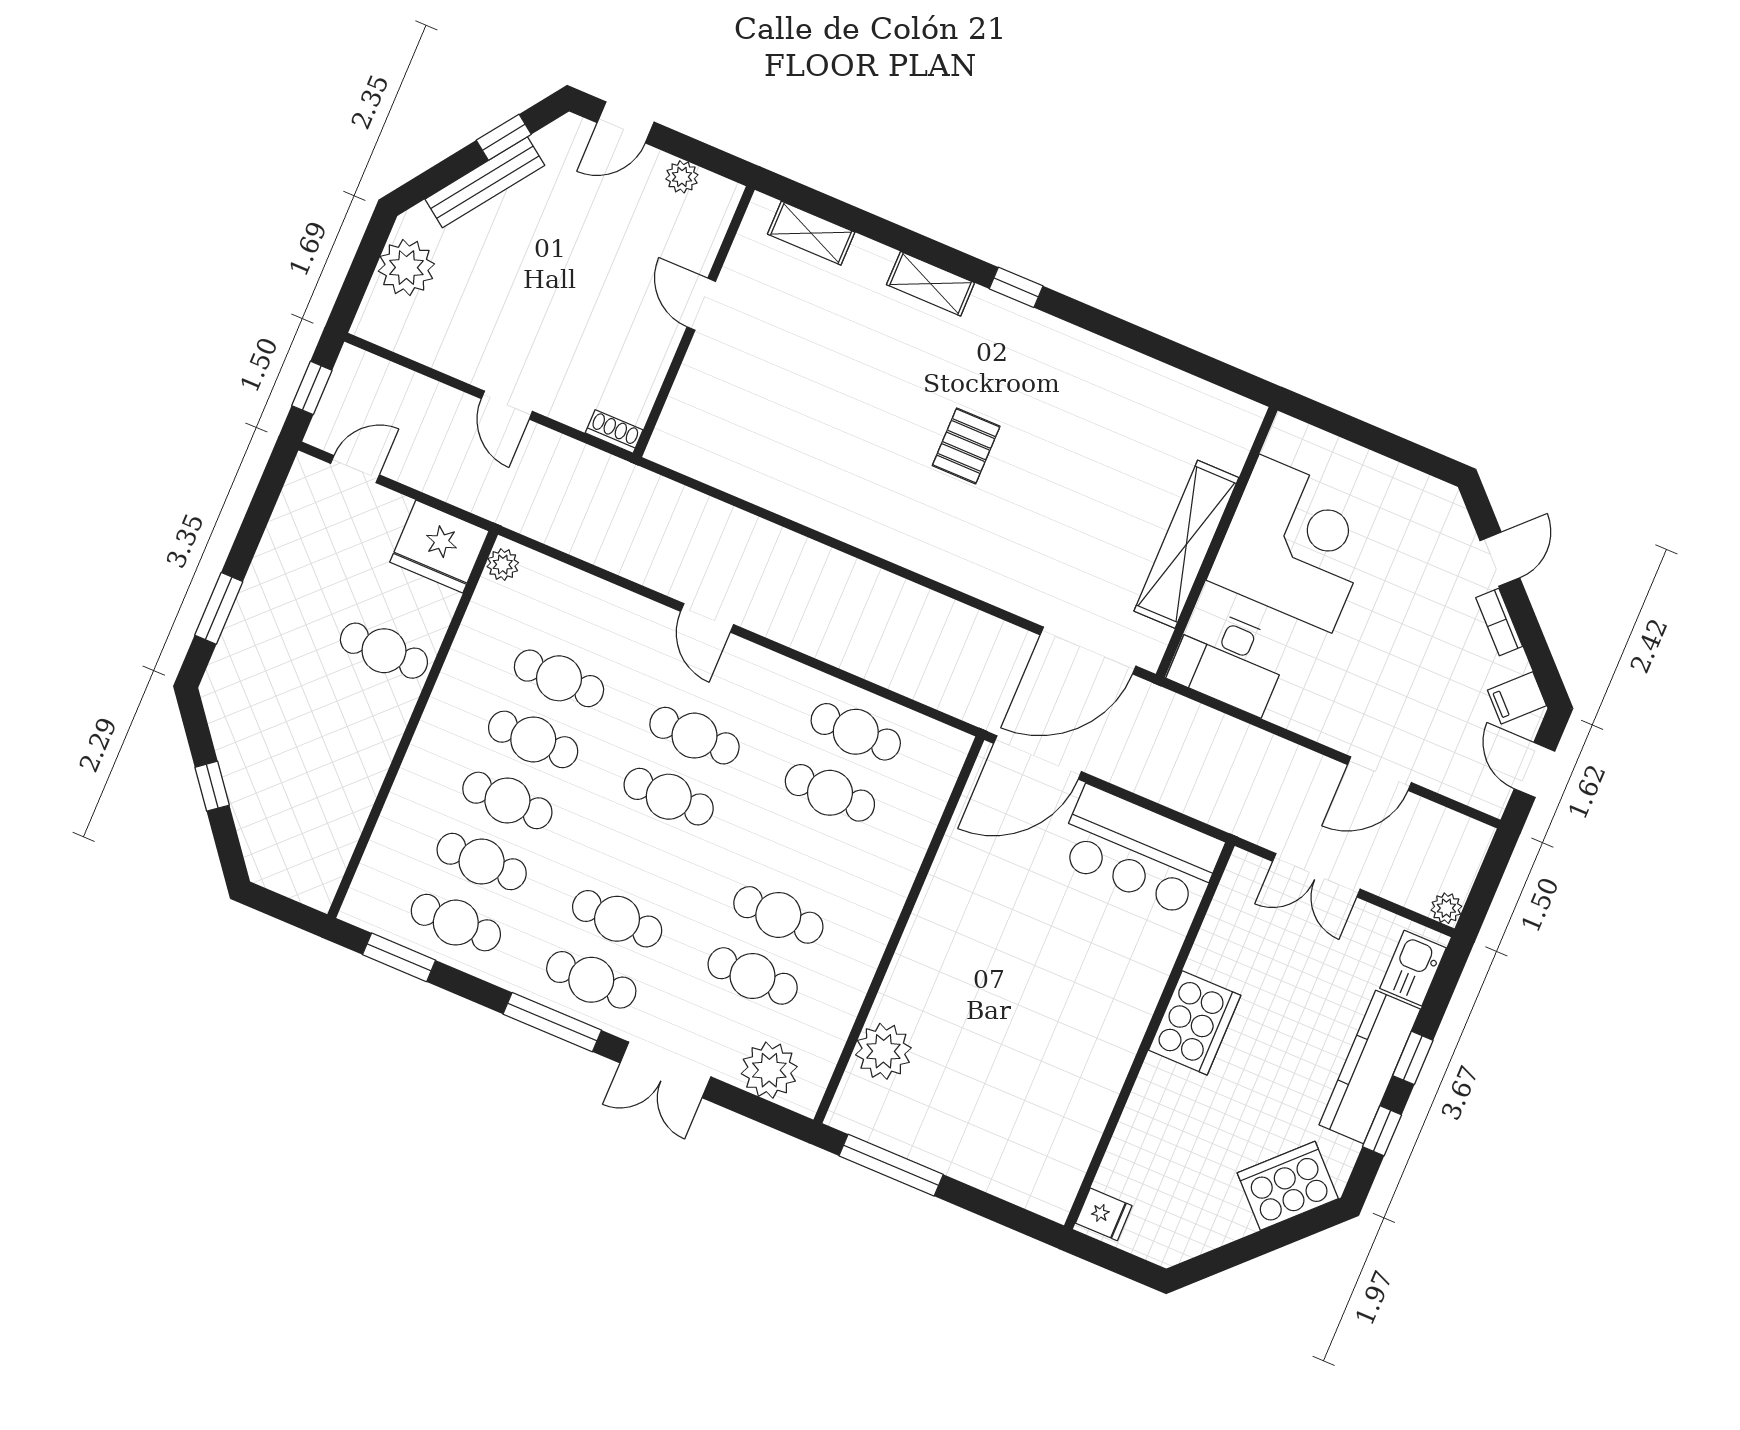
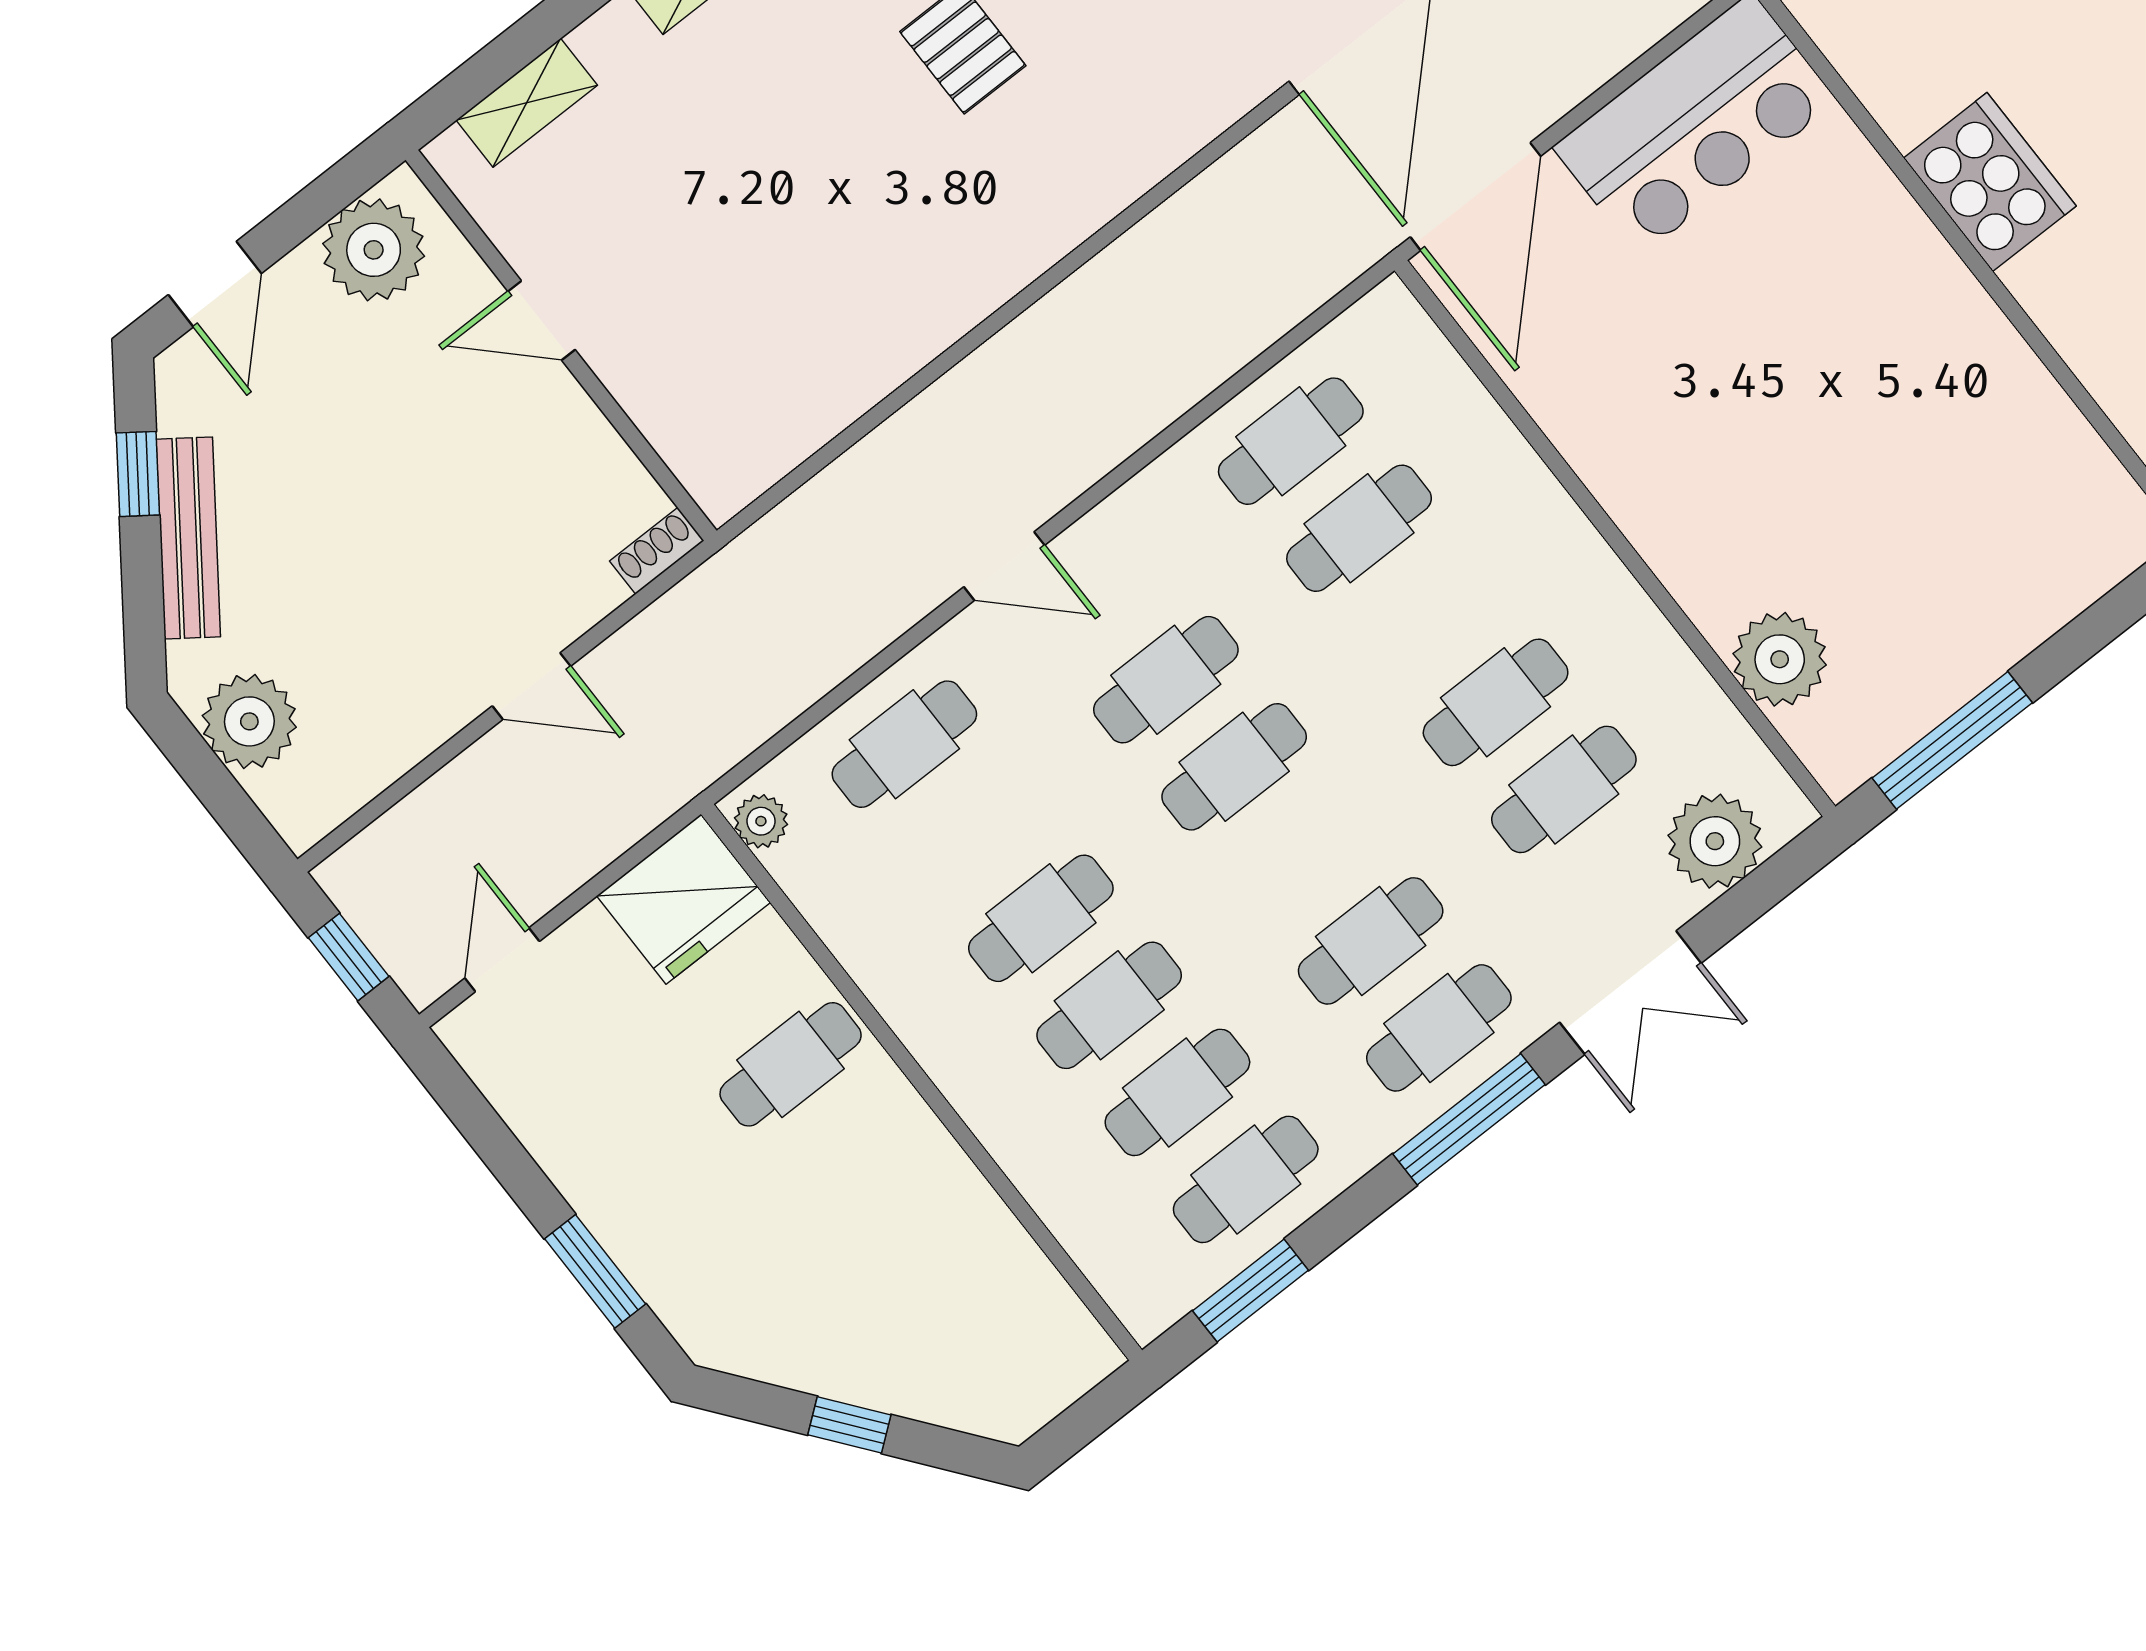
plant: (682, 177) -> (374, 250), width x1.87, depth x1.87
cafe table: (559, 678) -> (904, 744), moved

